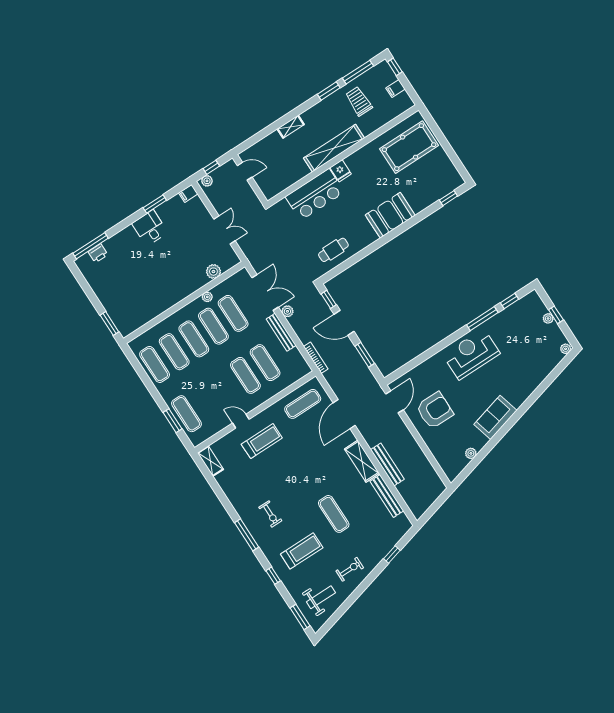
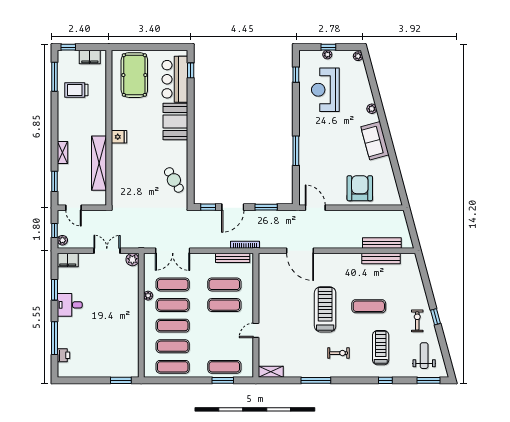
filing cabinet: (396, 89) -> (90, 57), width x2.00
window: (329, 91) -> (55, 181), moved
shelving: (334, 148) -> (99, 163), moved
door: (245, 171) -> (73, 208), swing flipped
filing cabinet: (188, 193) -> (68, 260), width x2.00
bar counter: (315, 194) -> (175, 79), moved, turned 180
window: (91, 246) -> (55, 338), moved
cafe table: (333, 250) -> (174, 180), turned -31
plant: (213, 272) -> (132, 260), moved
double door: (265, 292) -> (173, 251), swing flipped
plant: (287, 311) -> (197, 243), removed
window: (482, 319) -> (296, 151), moved
bench: (281, 332) -> (233, 258), moved
reception desk: (471, 354) -> (325, 90), moved
exercise mat: (303, 404) -> (273, 276), removed
armchair: (435, 410) -> (360, 188), moved
treadmill: (262, 441) -> (325, 309), moved, width x1.37, depth x1.38
plant: (471, 453) -> (372, 109), moved
shelving: (362, 461) -> (343, 260), removed
bench: (387, 465) -> (382, 243), moved
window: (247, 535) -> (316, 380), moved
window: (392, 554) -> (436, 317), moved

